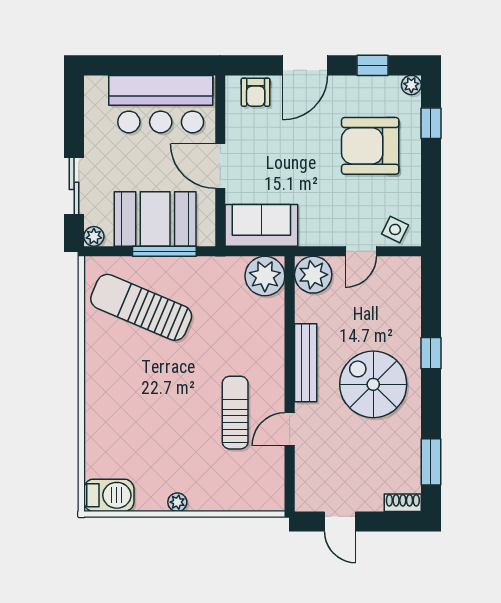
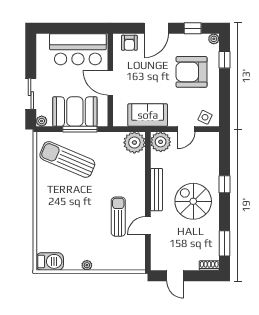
sofa: (261, 225) -> (148, 115), moved

